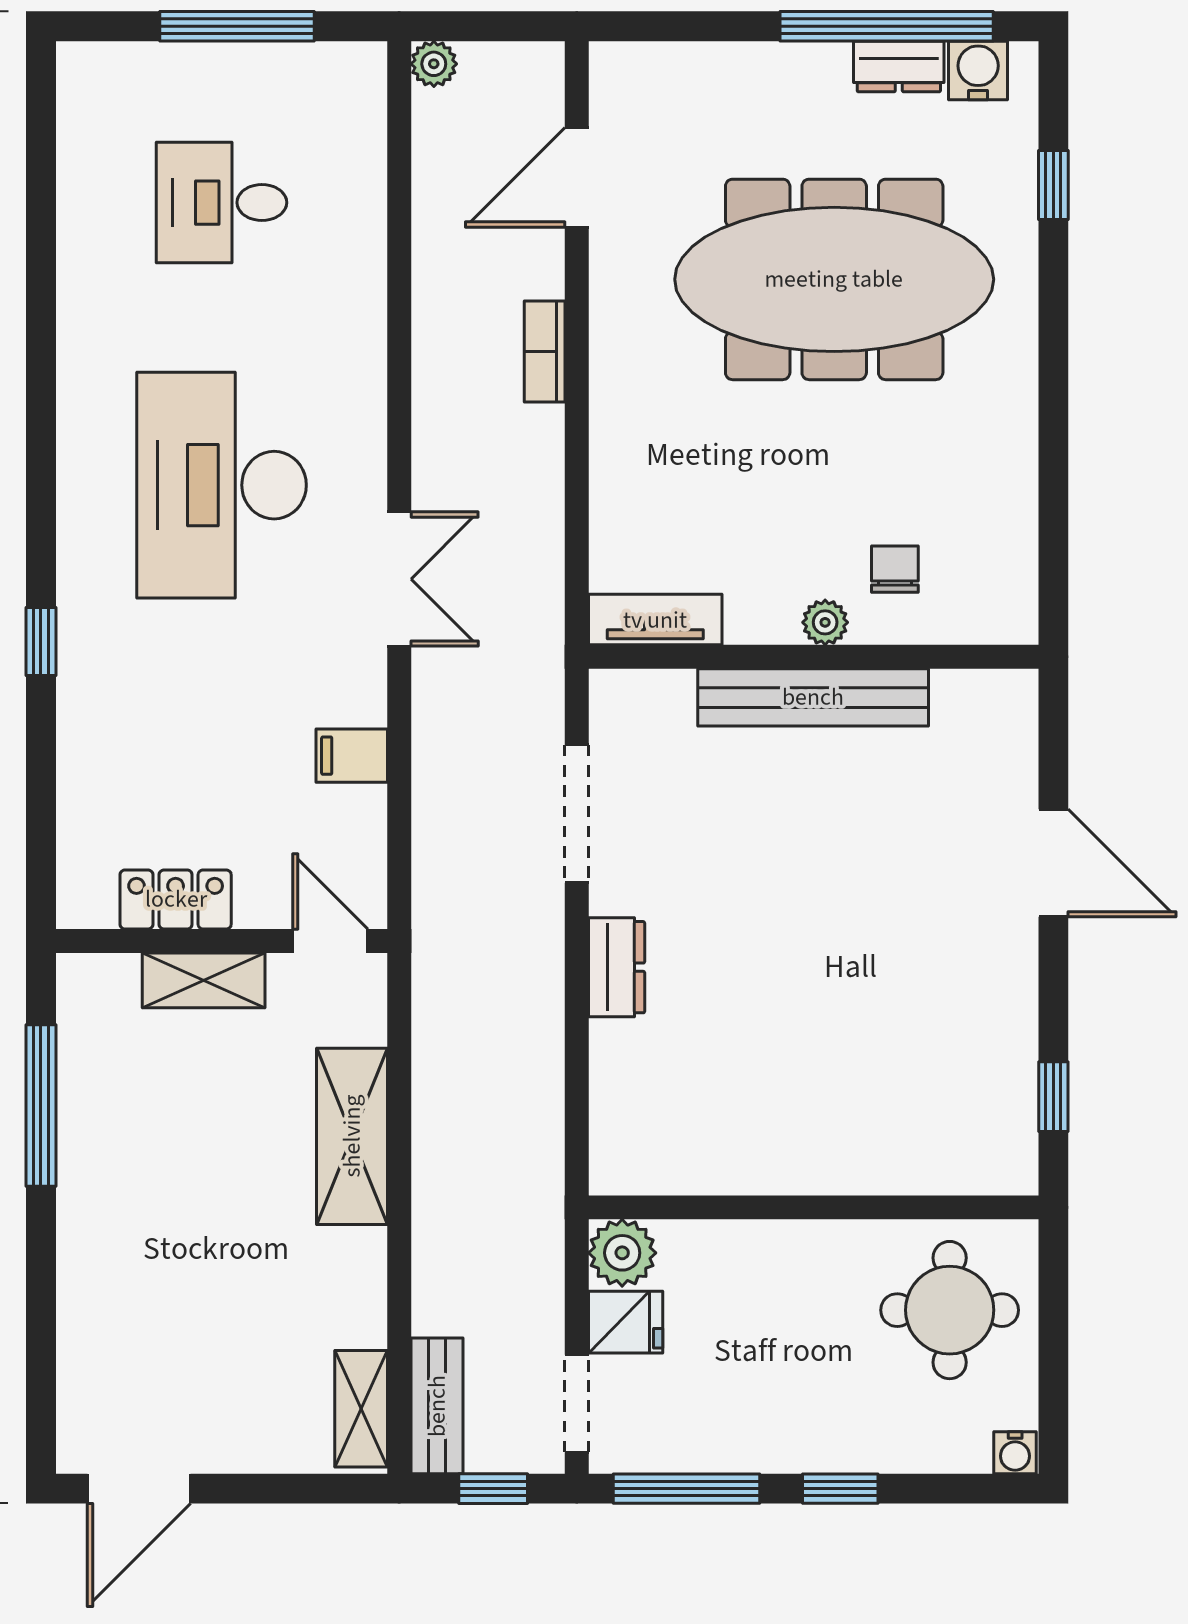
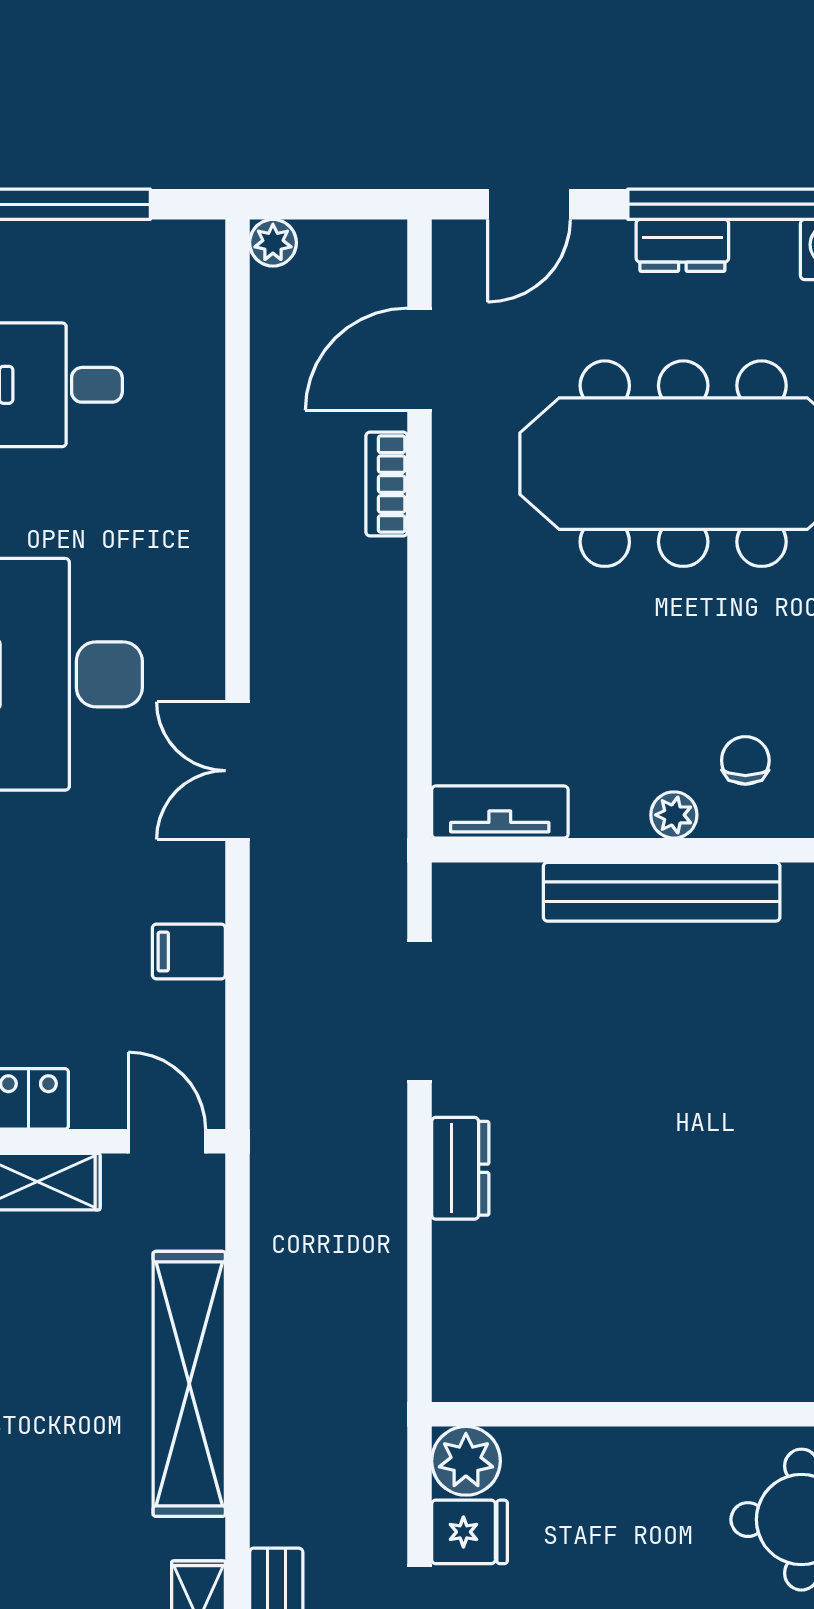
door: (684, 26) -> (529, 204), added
dresser: (899, 66) -> (682, 245), moved
bookcase: (545, 352) -> (387, 484), moved
double door: (399, 579) -> (238, 771), swing flipped
shelving: (352, 1136) -> (189, 1384), width x1.47

